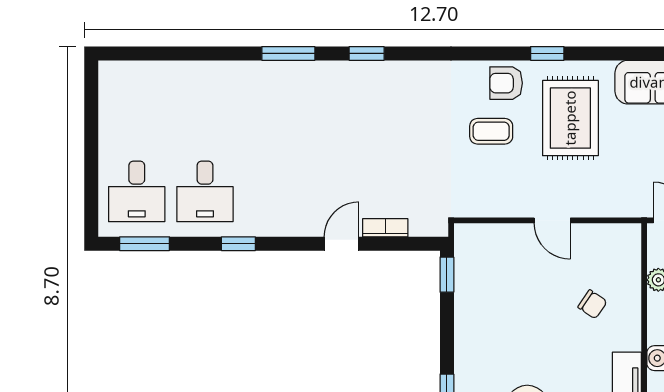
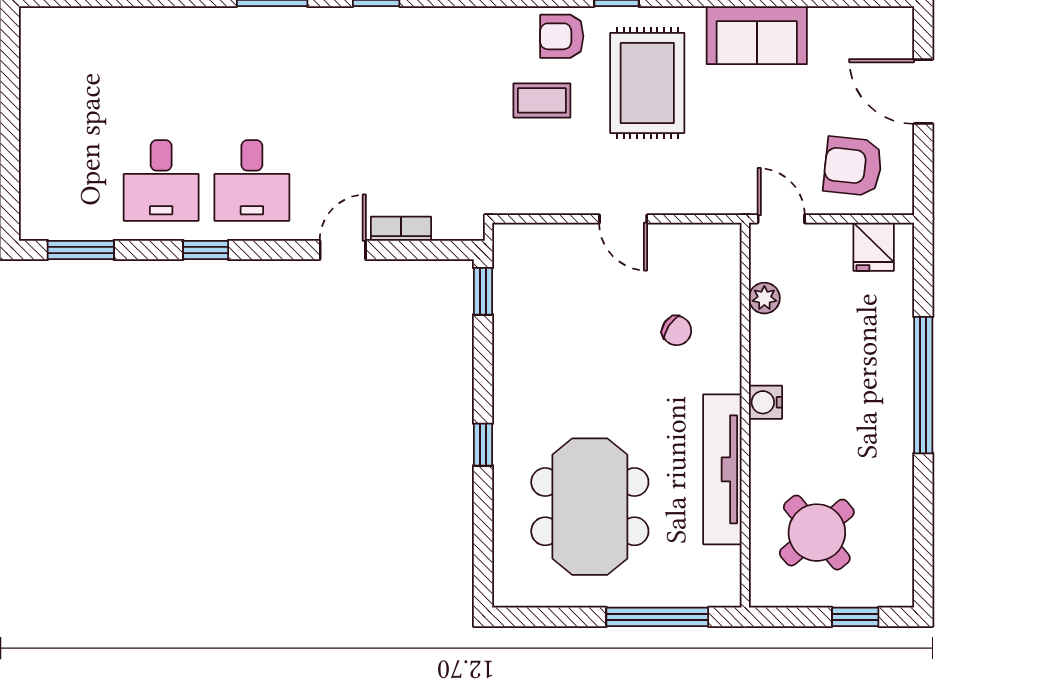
desk: (137, 191) -> (252, 180), moved

